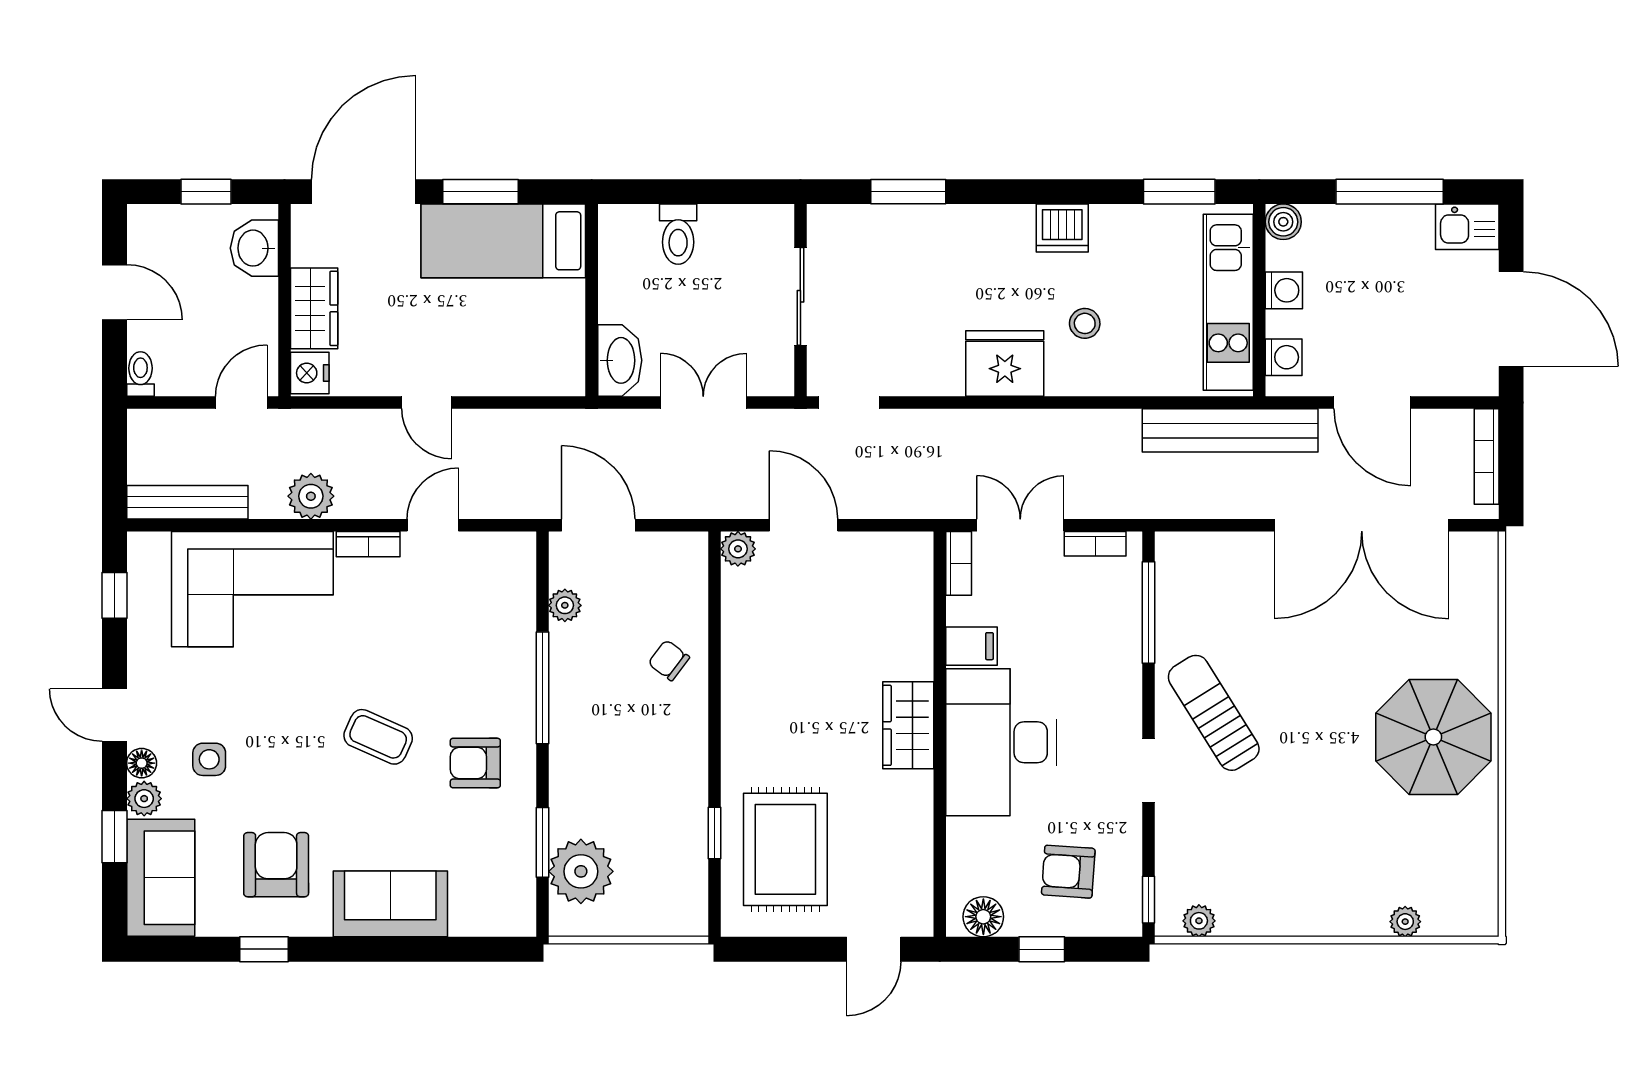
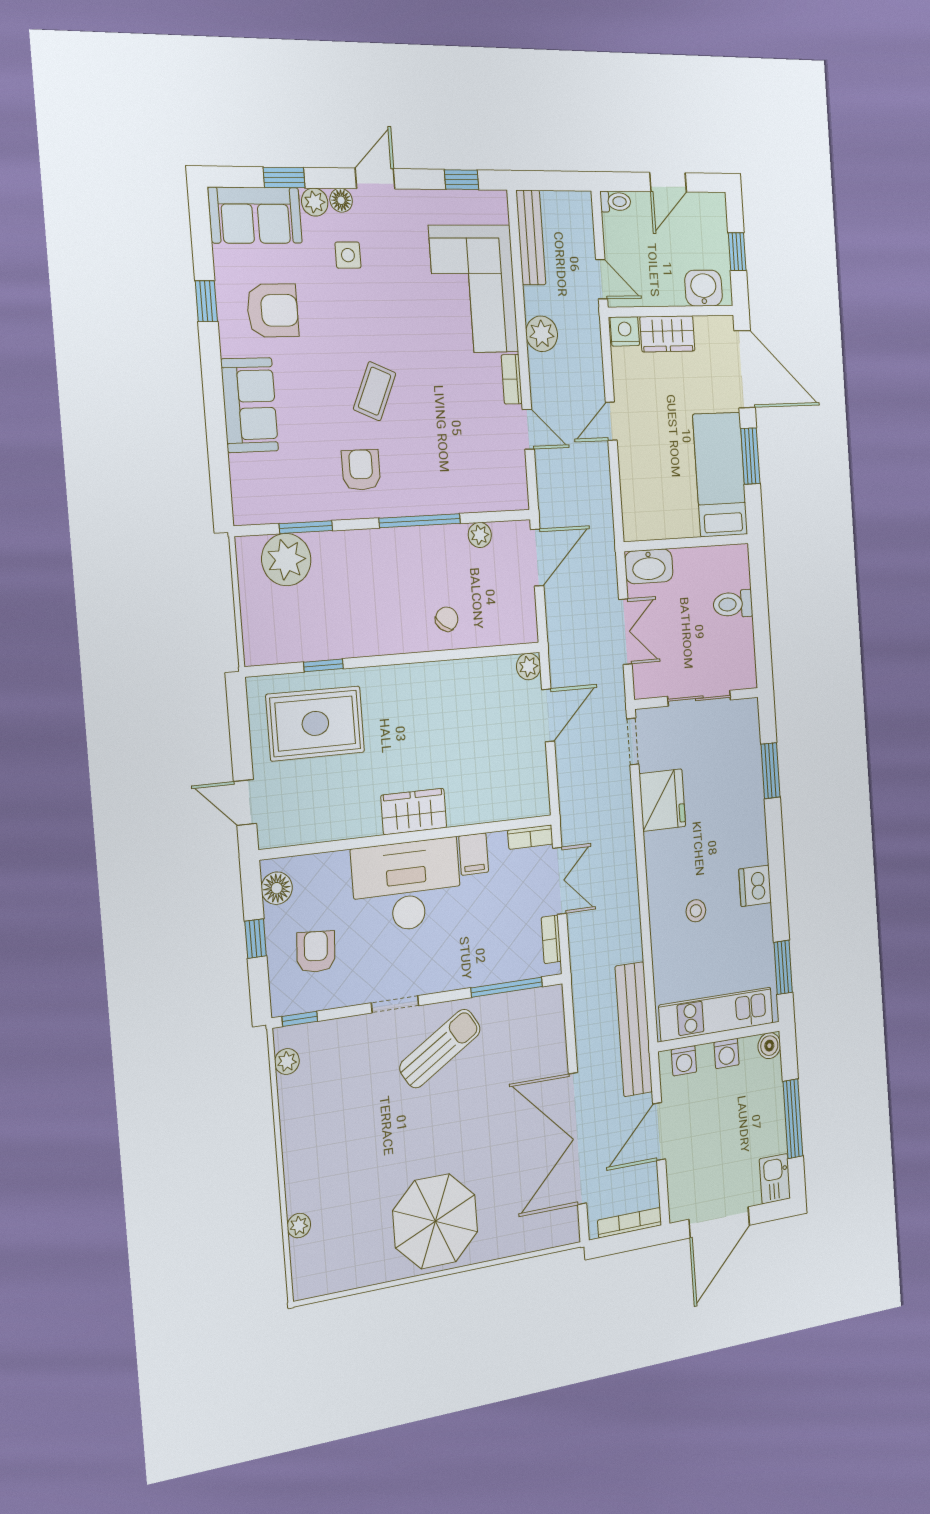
fridge: (1005, 363) -> (662, 800), moved

